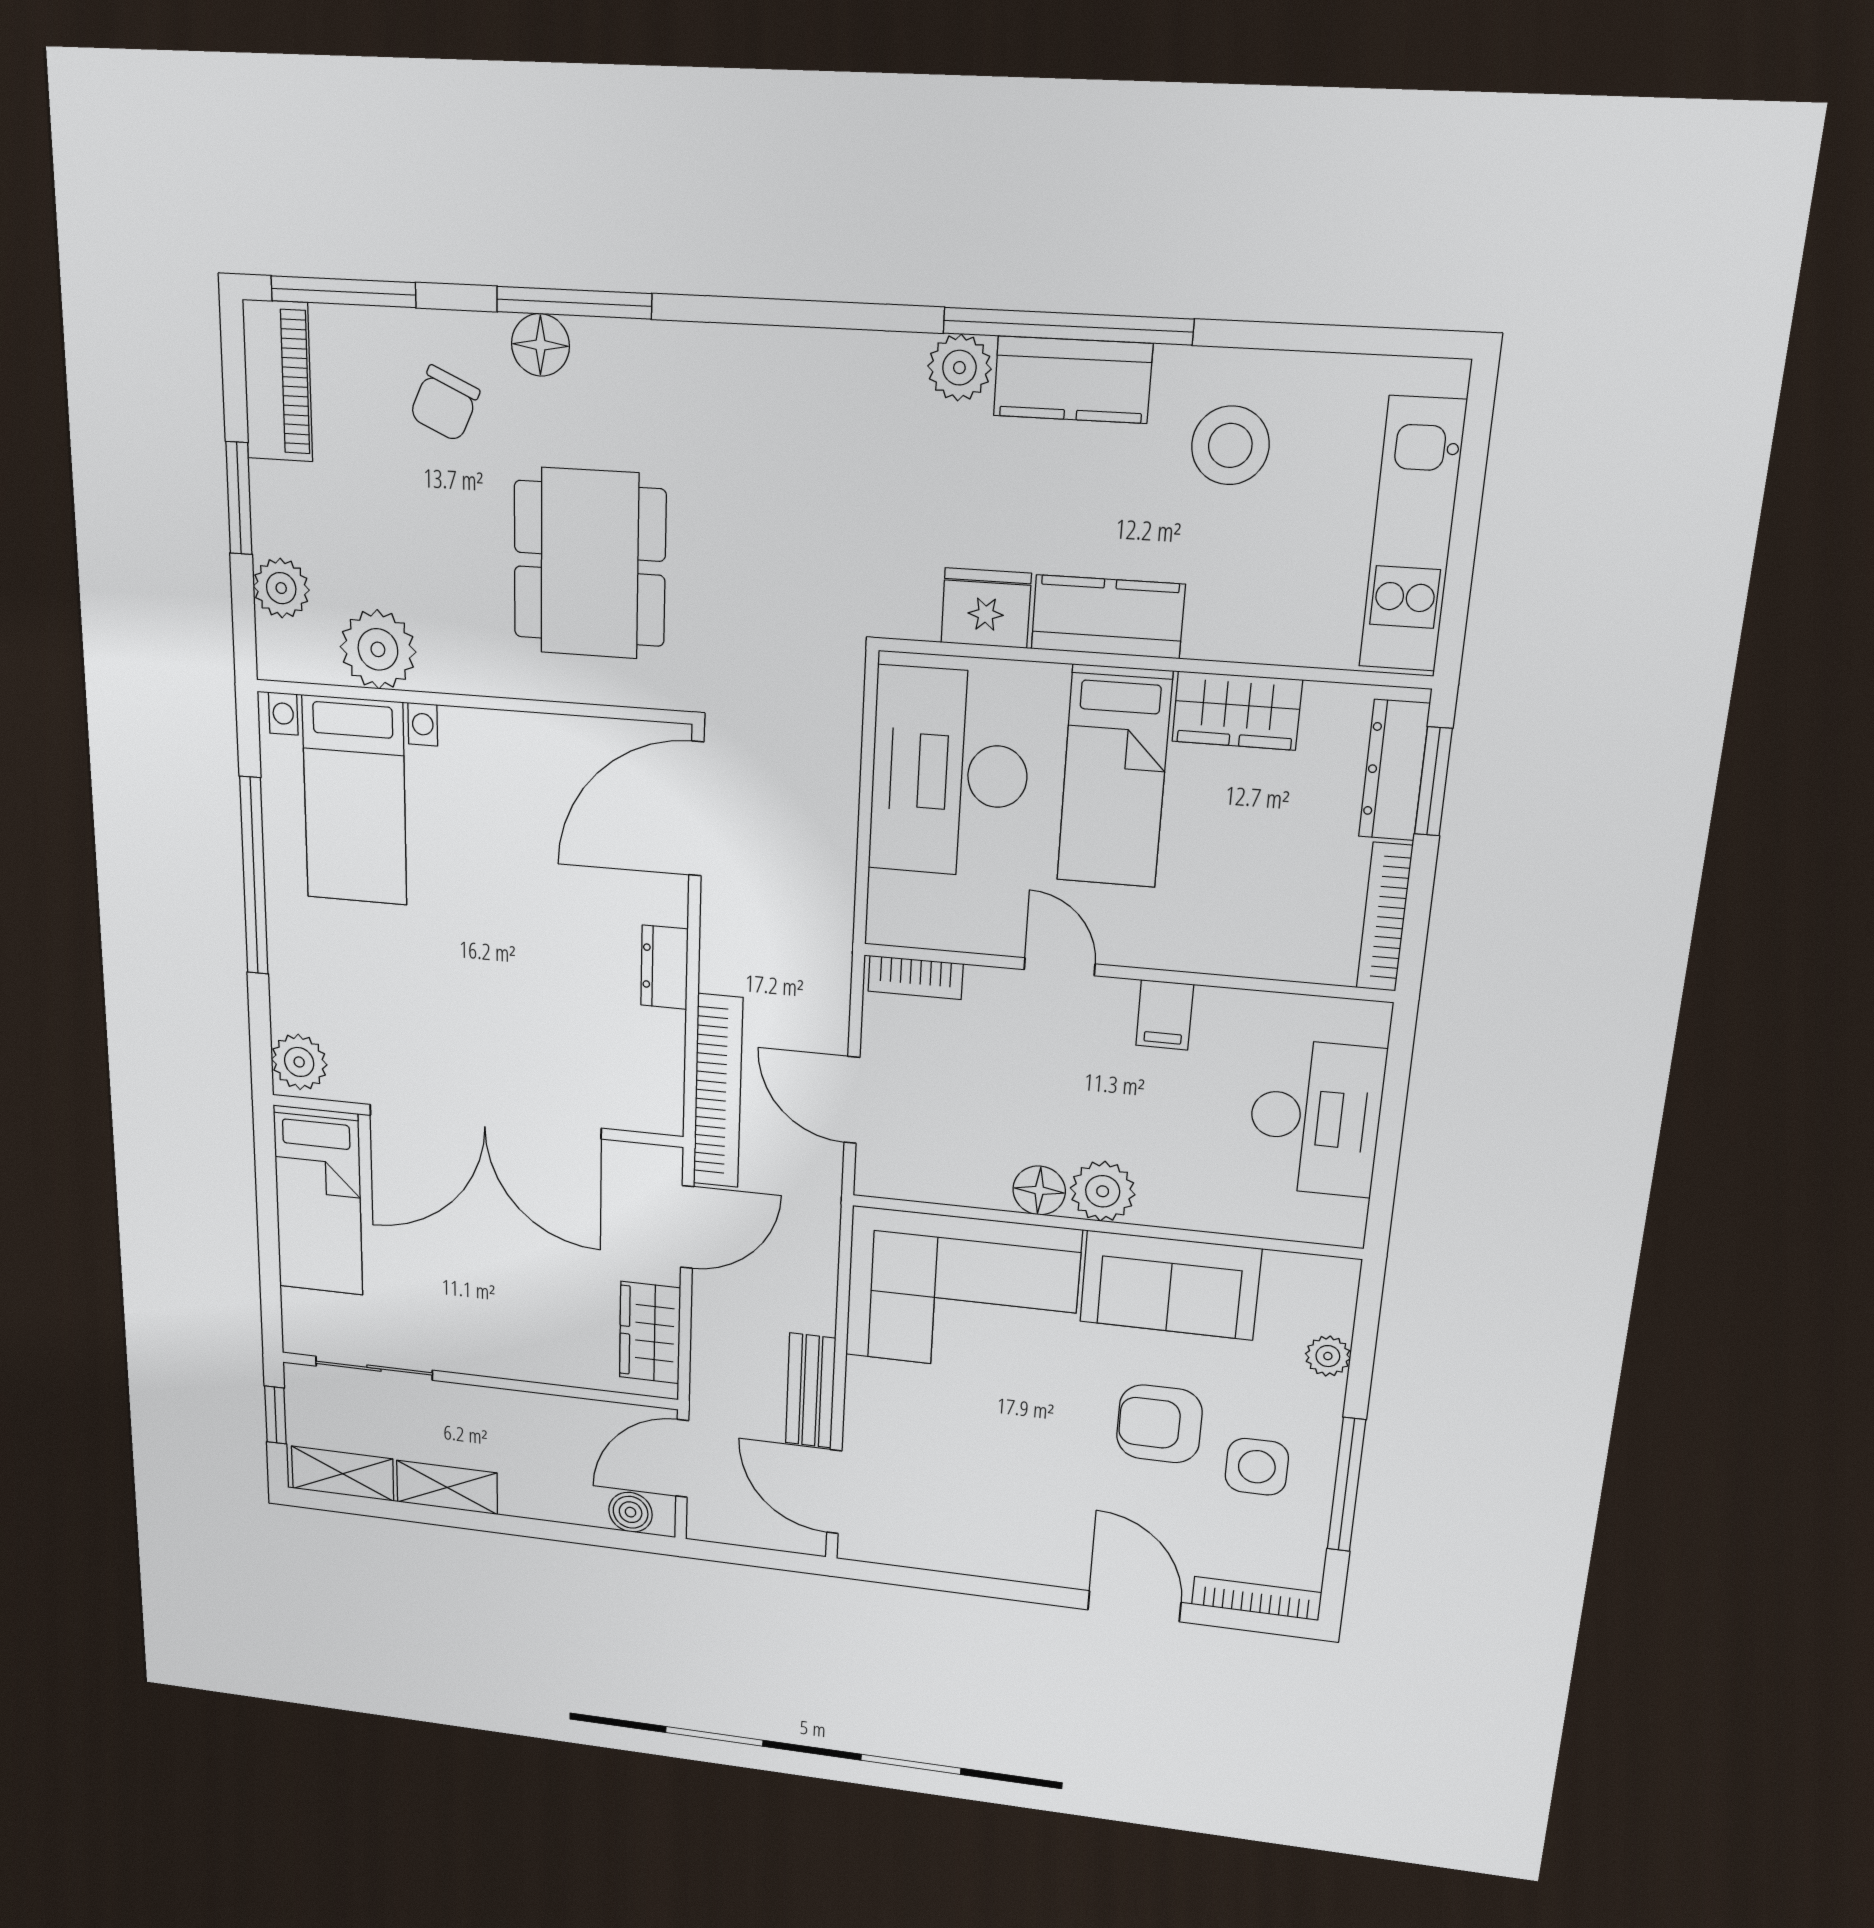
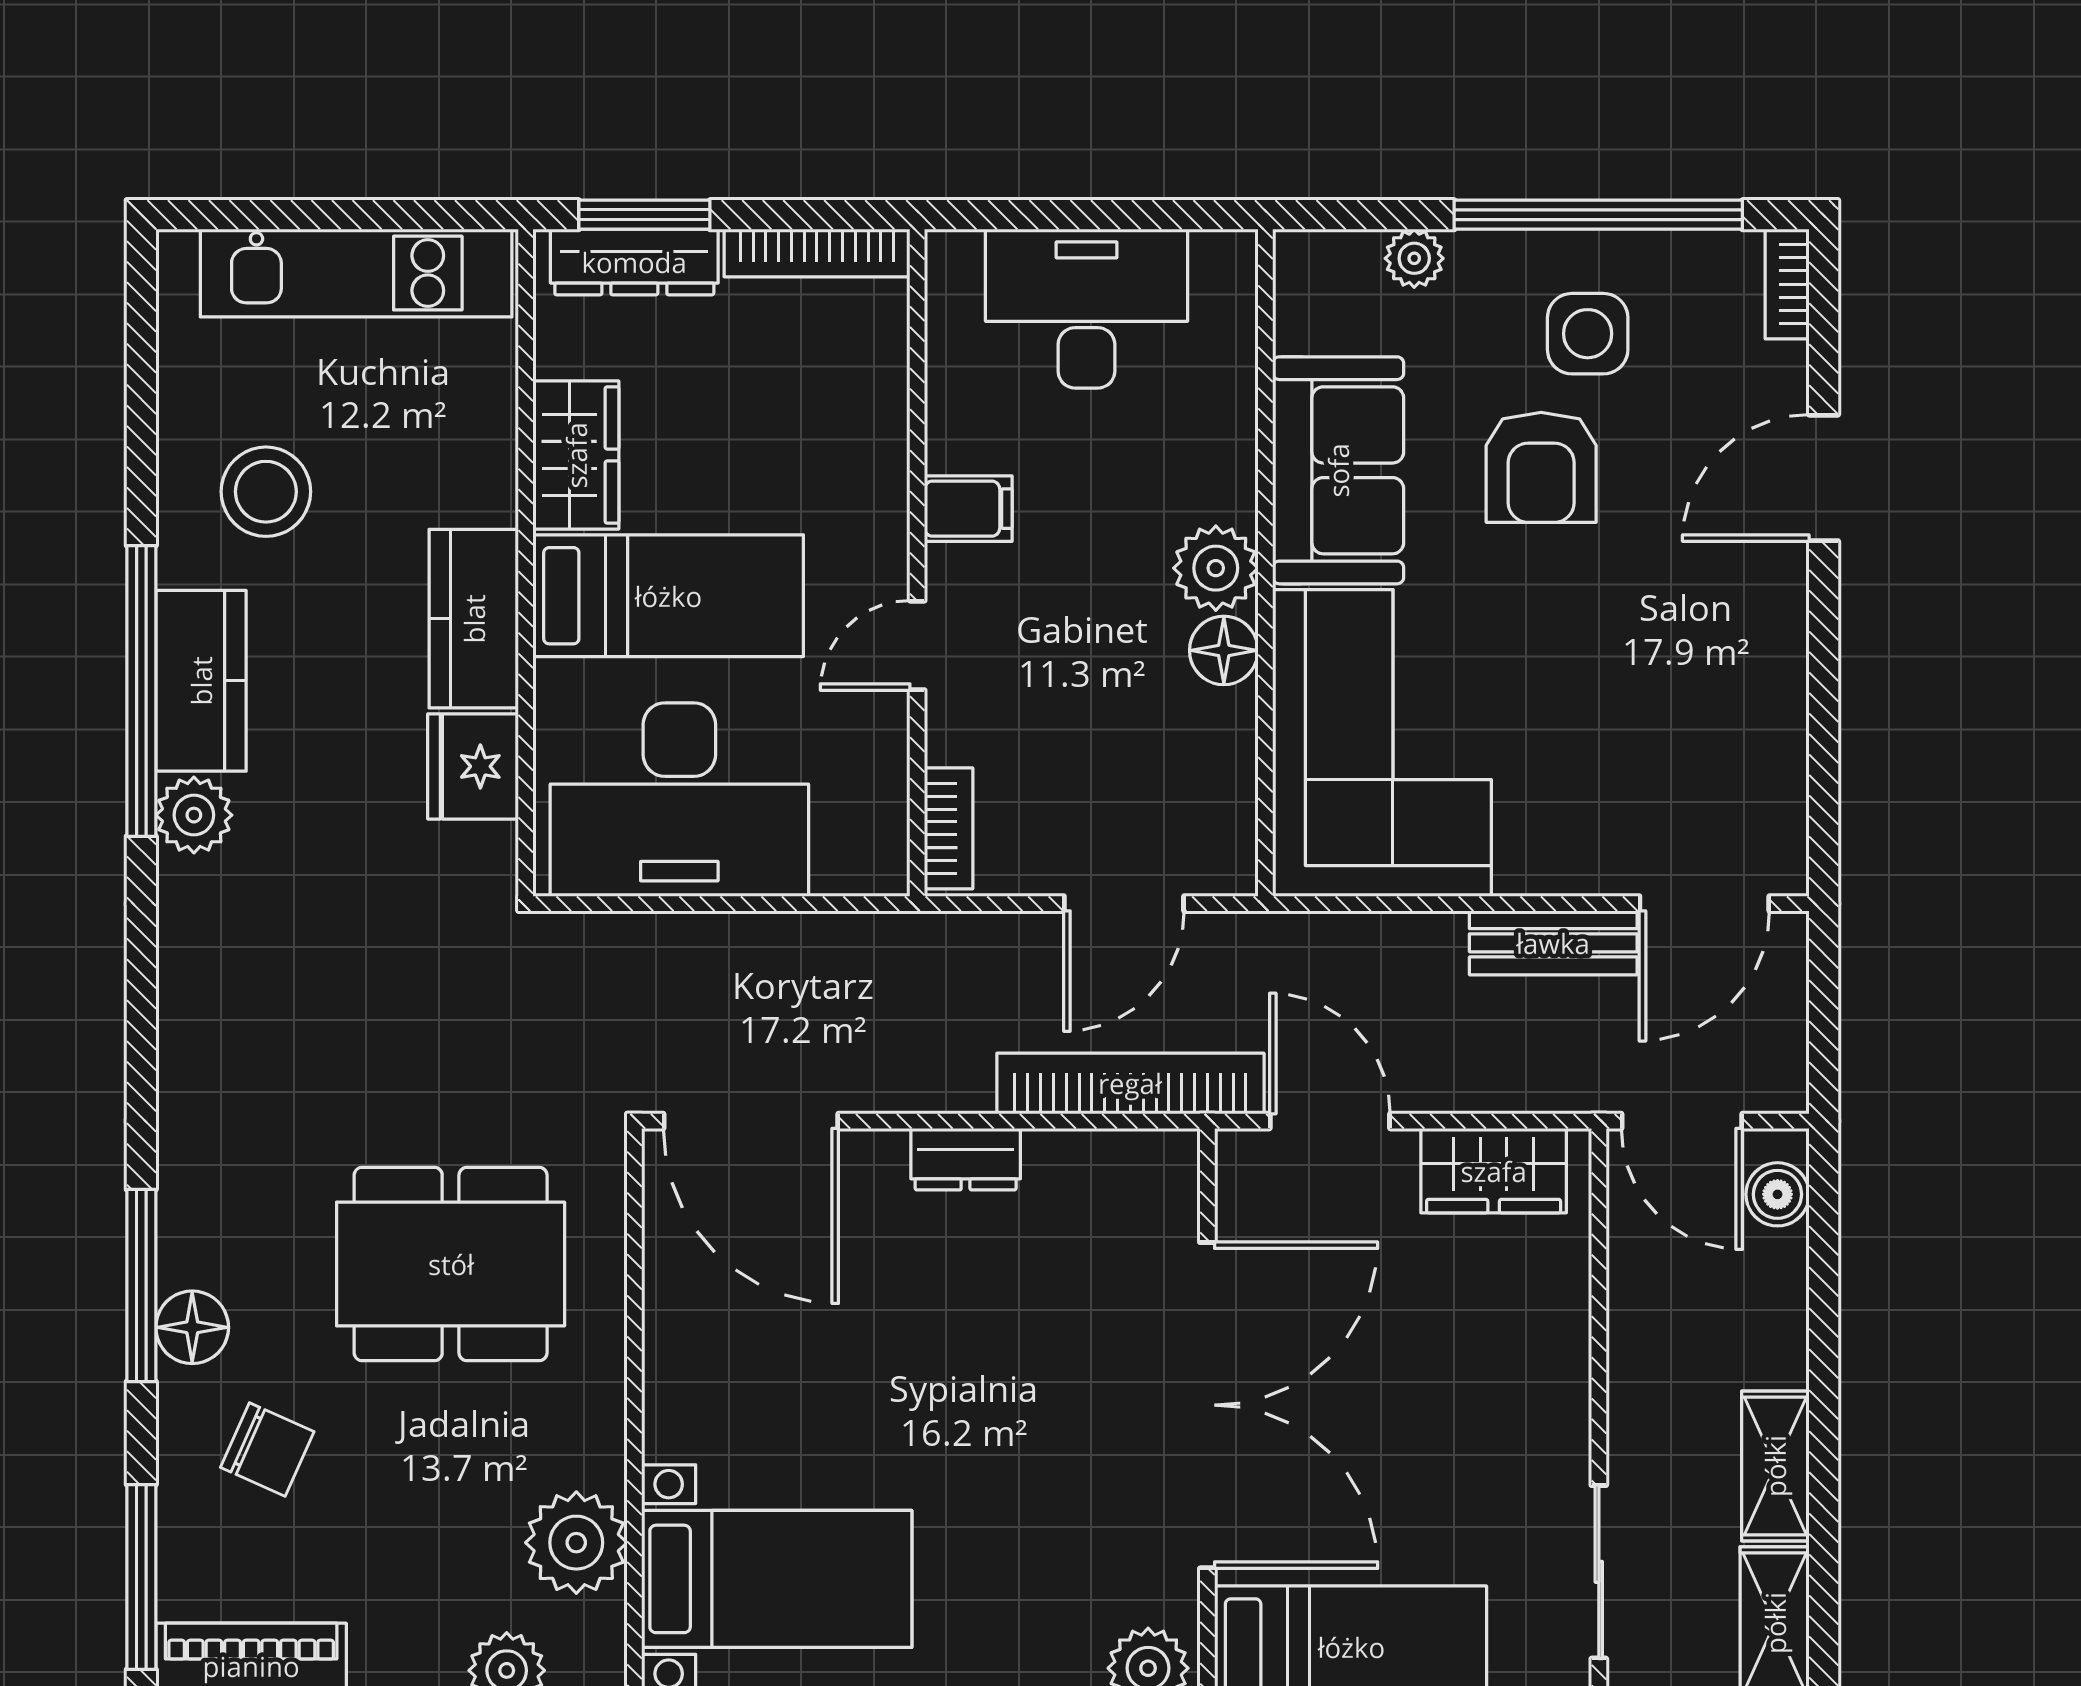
window: (1346, 1485) -> (1598, 215), width x1.46
bookcase: (1256, 1598) -> (1787, 284), width x0.64

